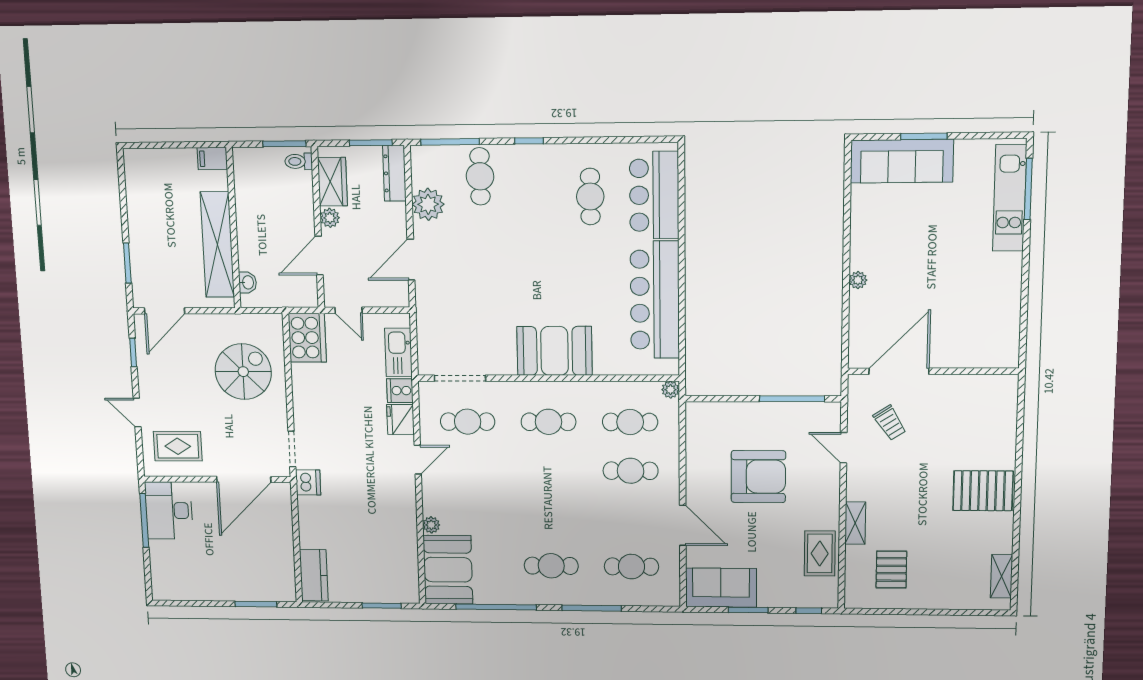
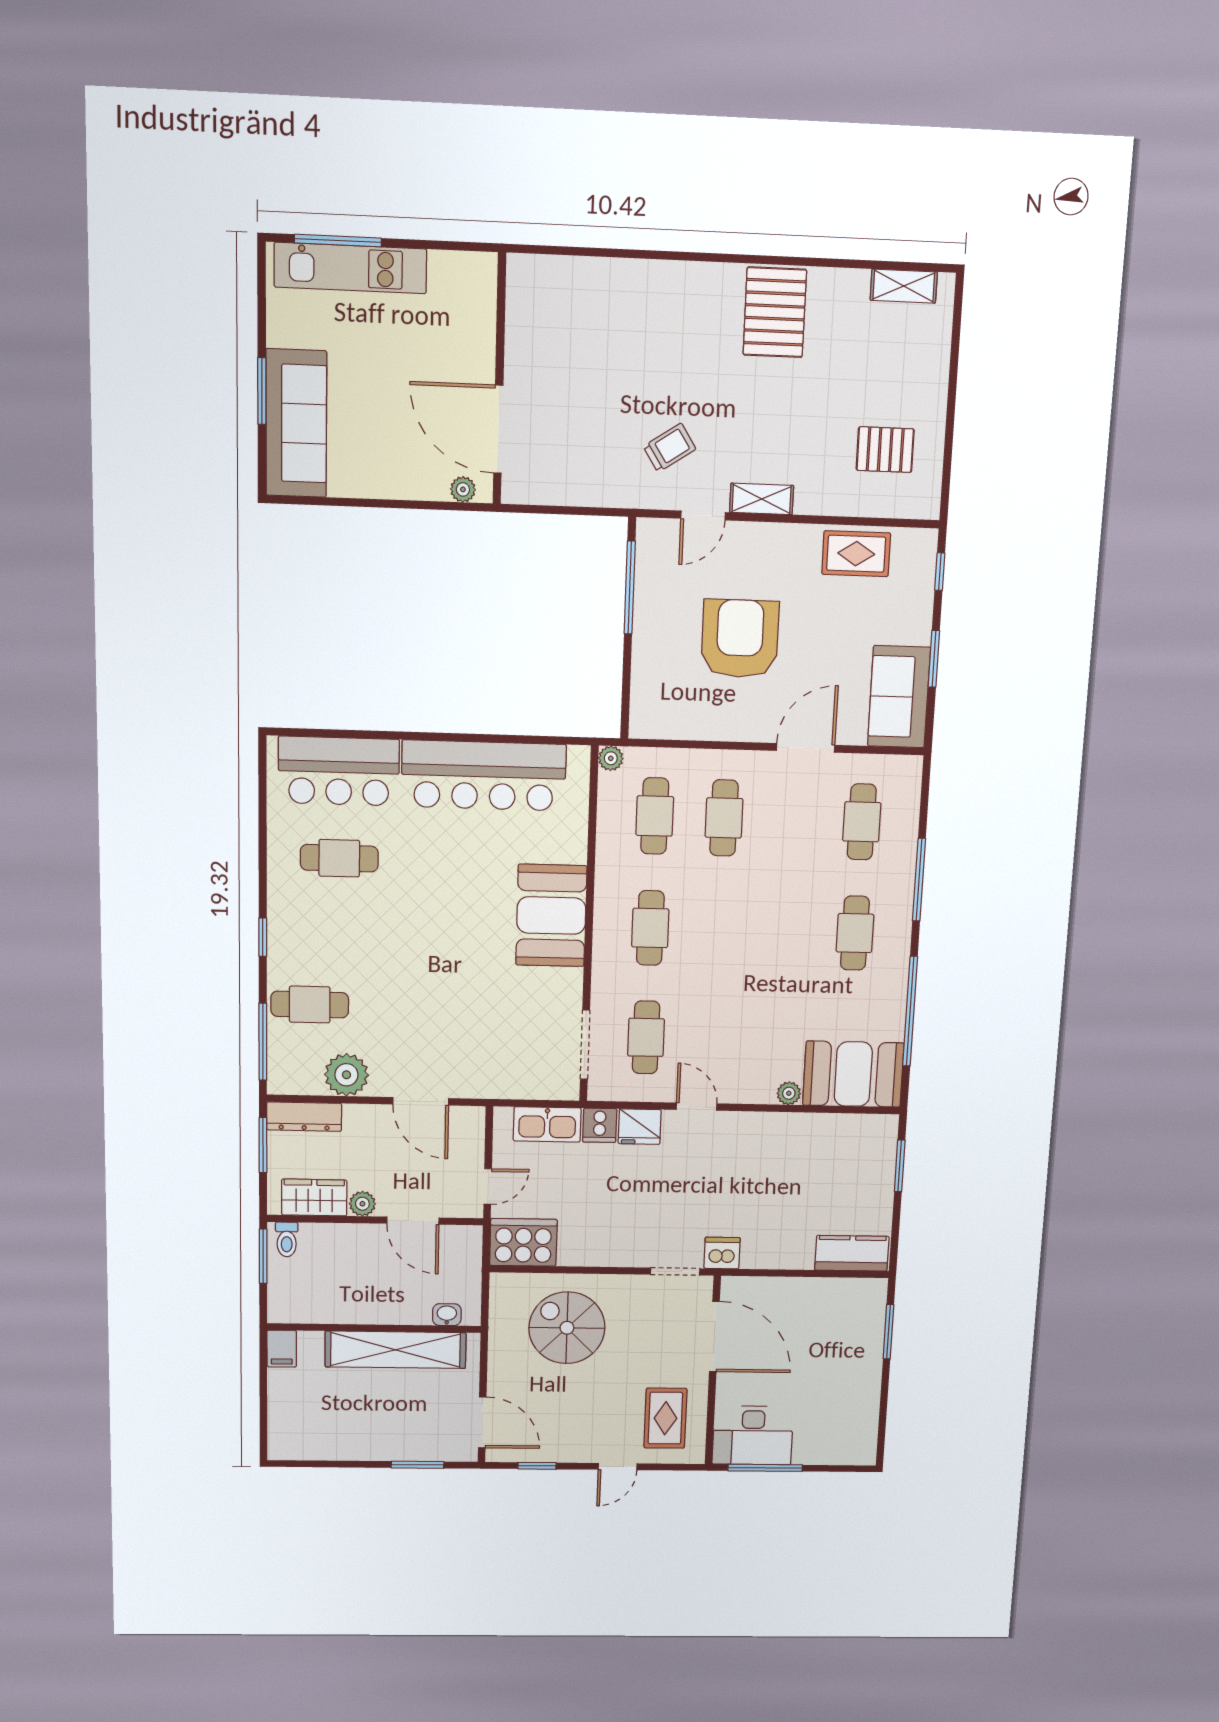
door: (899, 371) -> (498, 429), moved
wall: (933, 371) -> (499, 380), moved
shelving: (855, 523) -> (762, 499), moved

